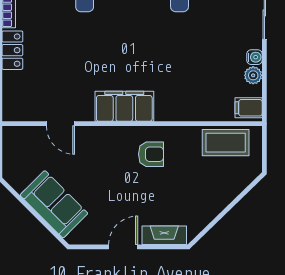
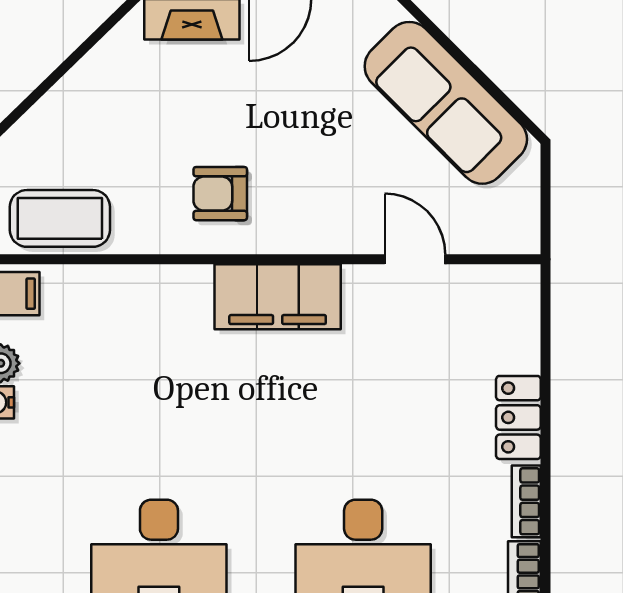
sofa: (54, 204) -> (446, 103), width x1.36

